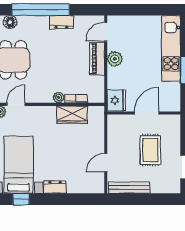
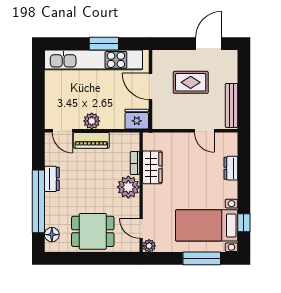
kitchen unit: (171, 48) -> (93, 60), width x1.36
plant: (59, 97) -> (128, 187), width x1.88, depth x1.88
dresser: (55, 187) -> (231, 168), moved

